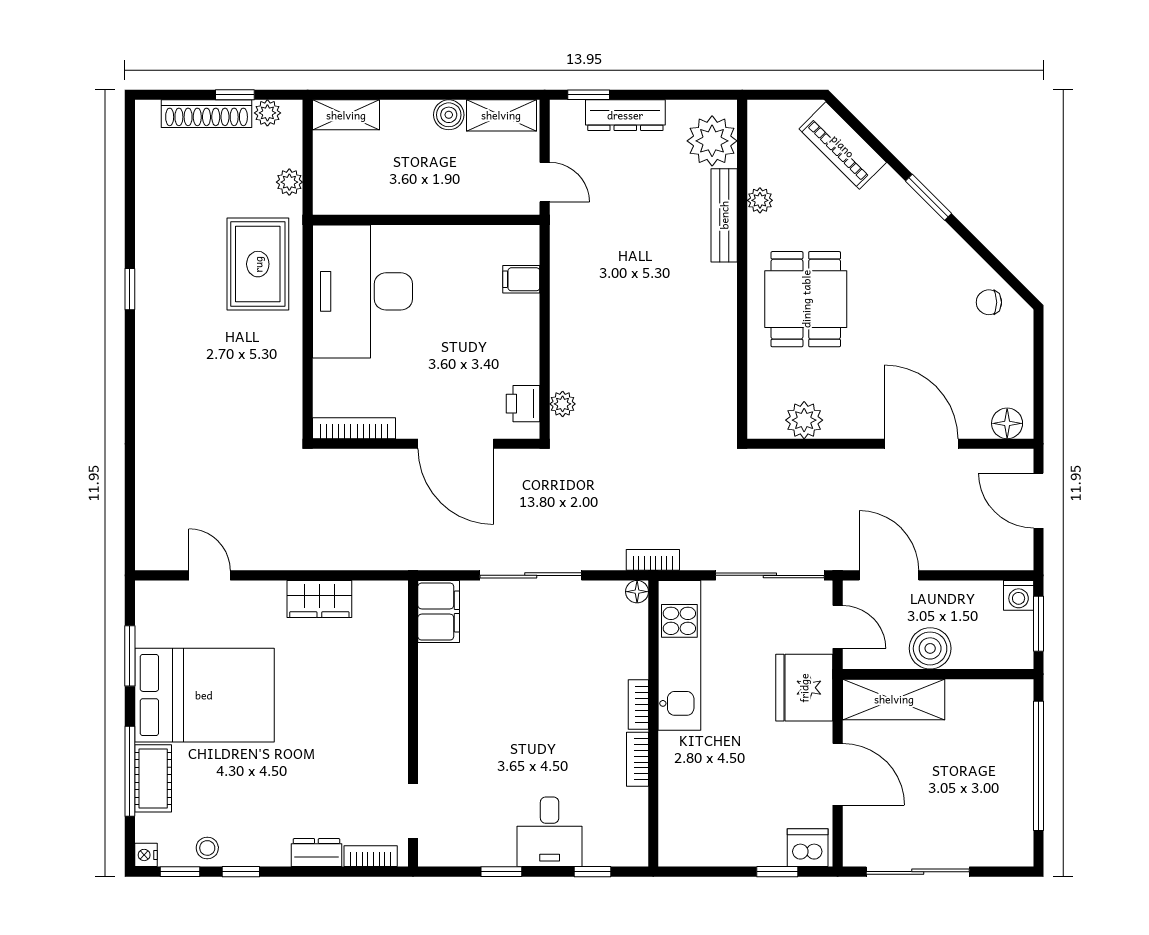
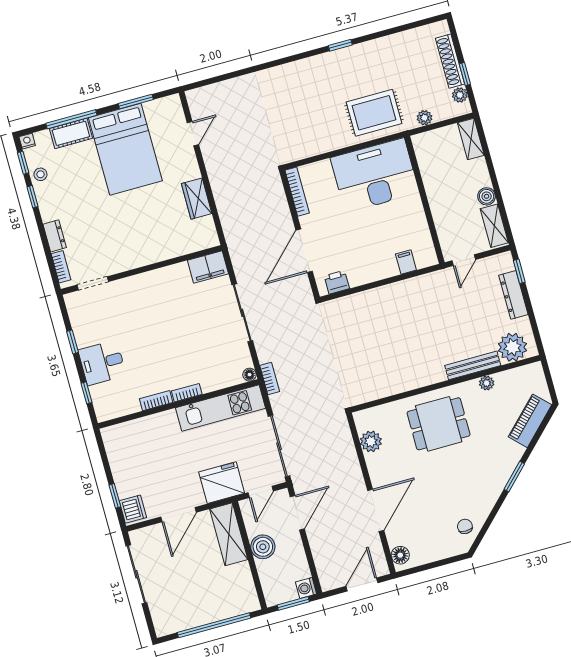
plant: (563, 404) -> (343, 304), removed

